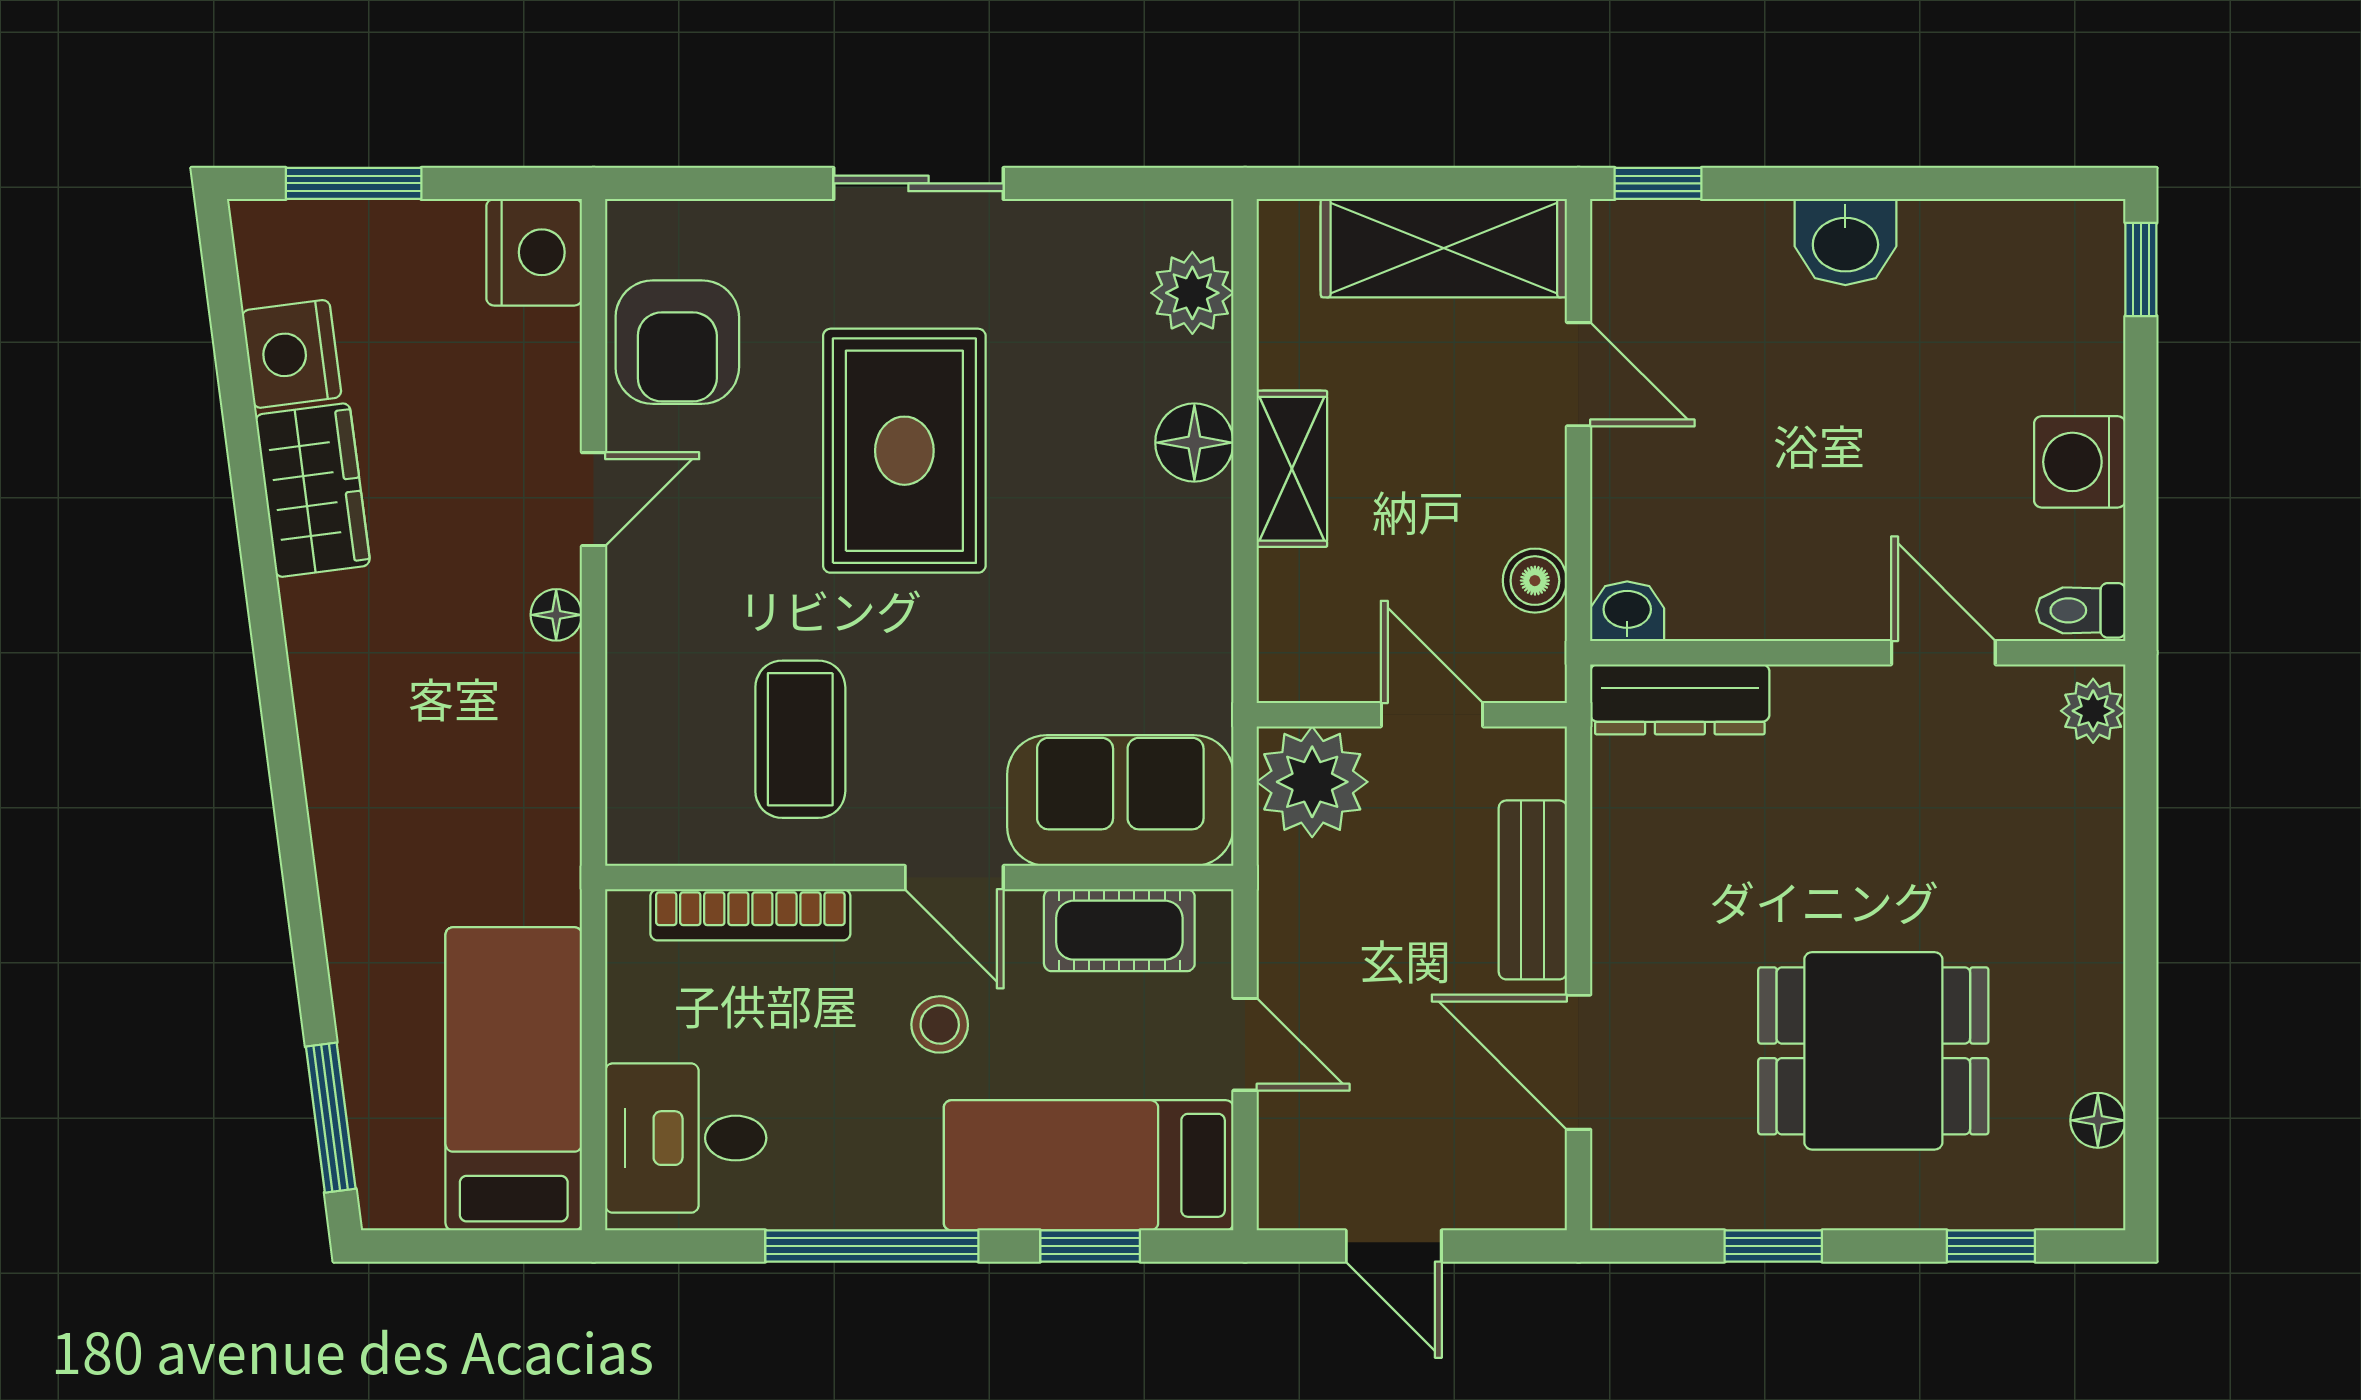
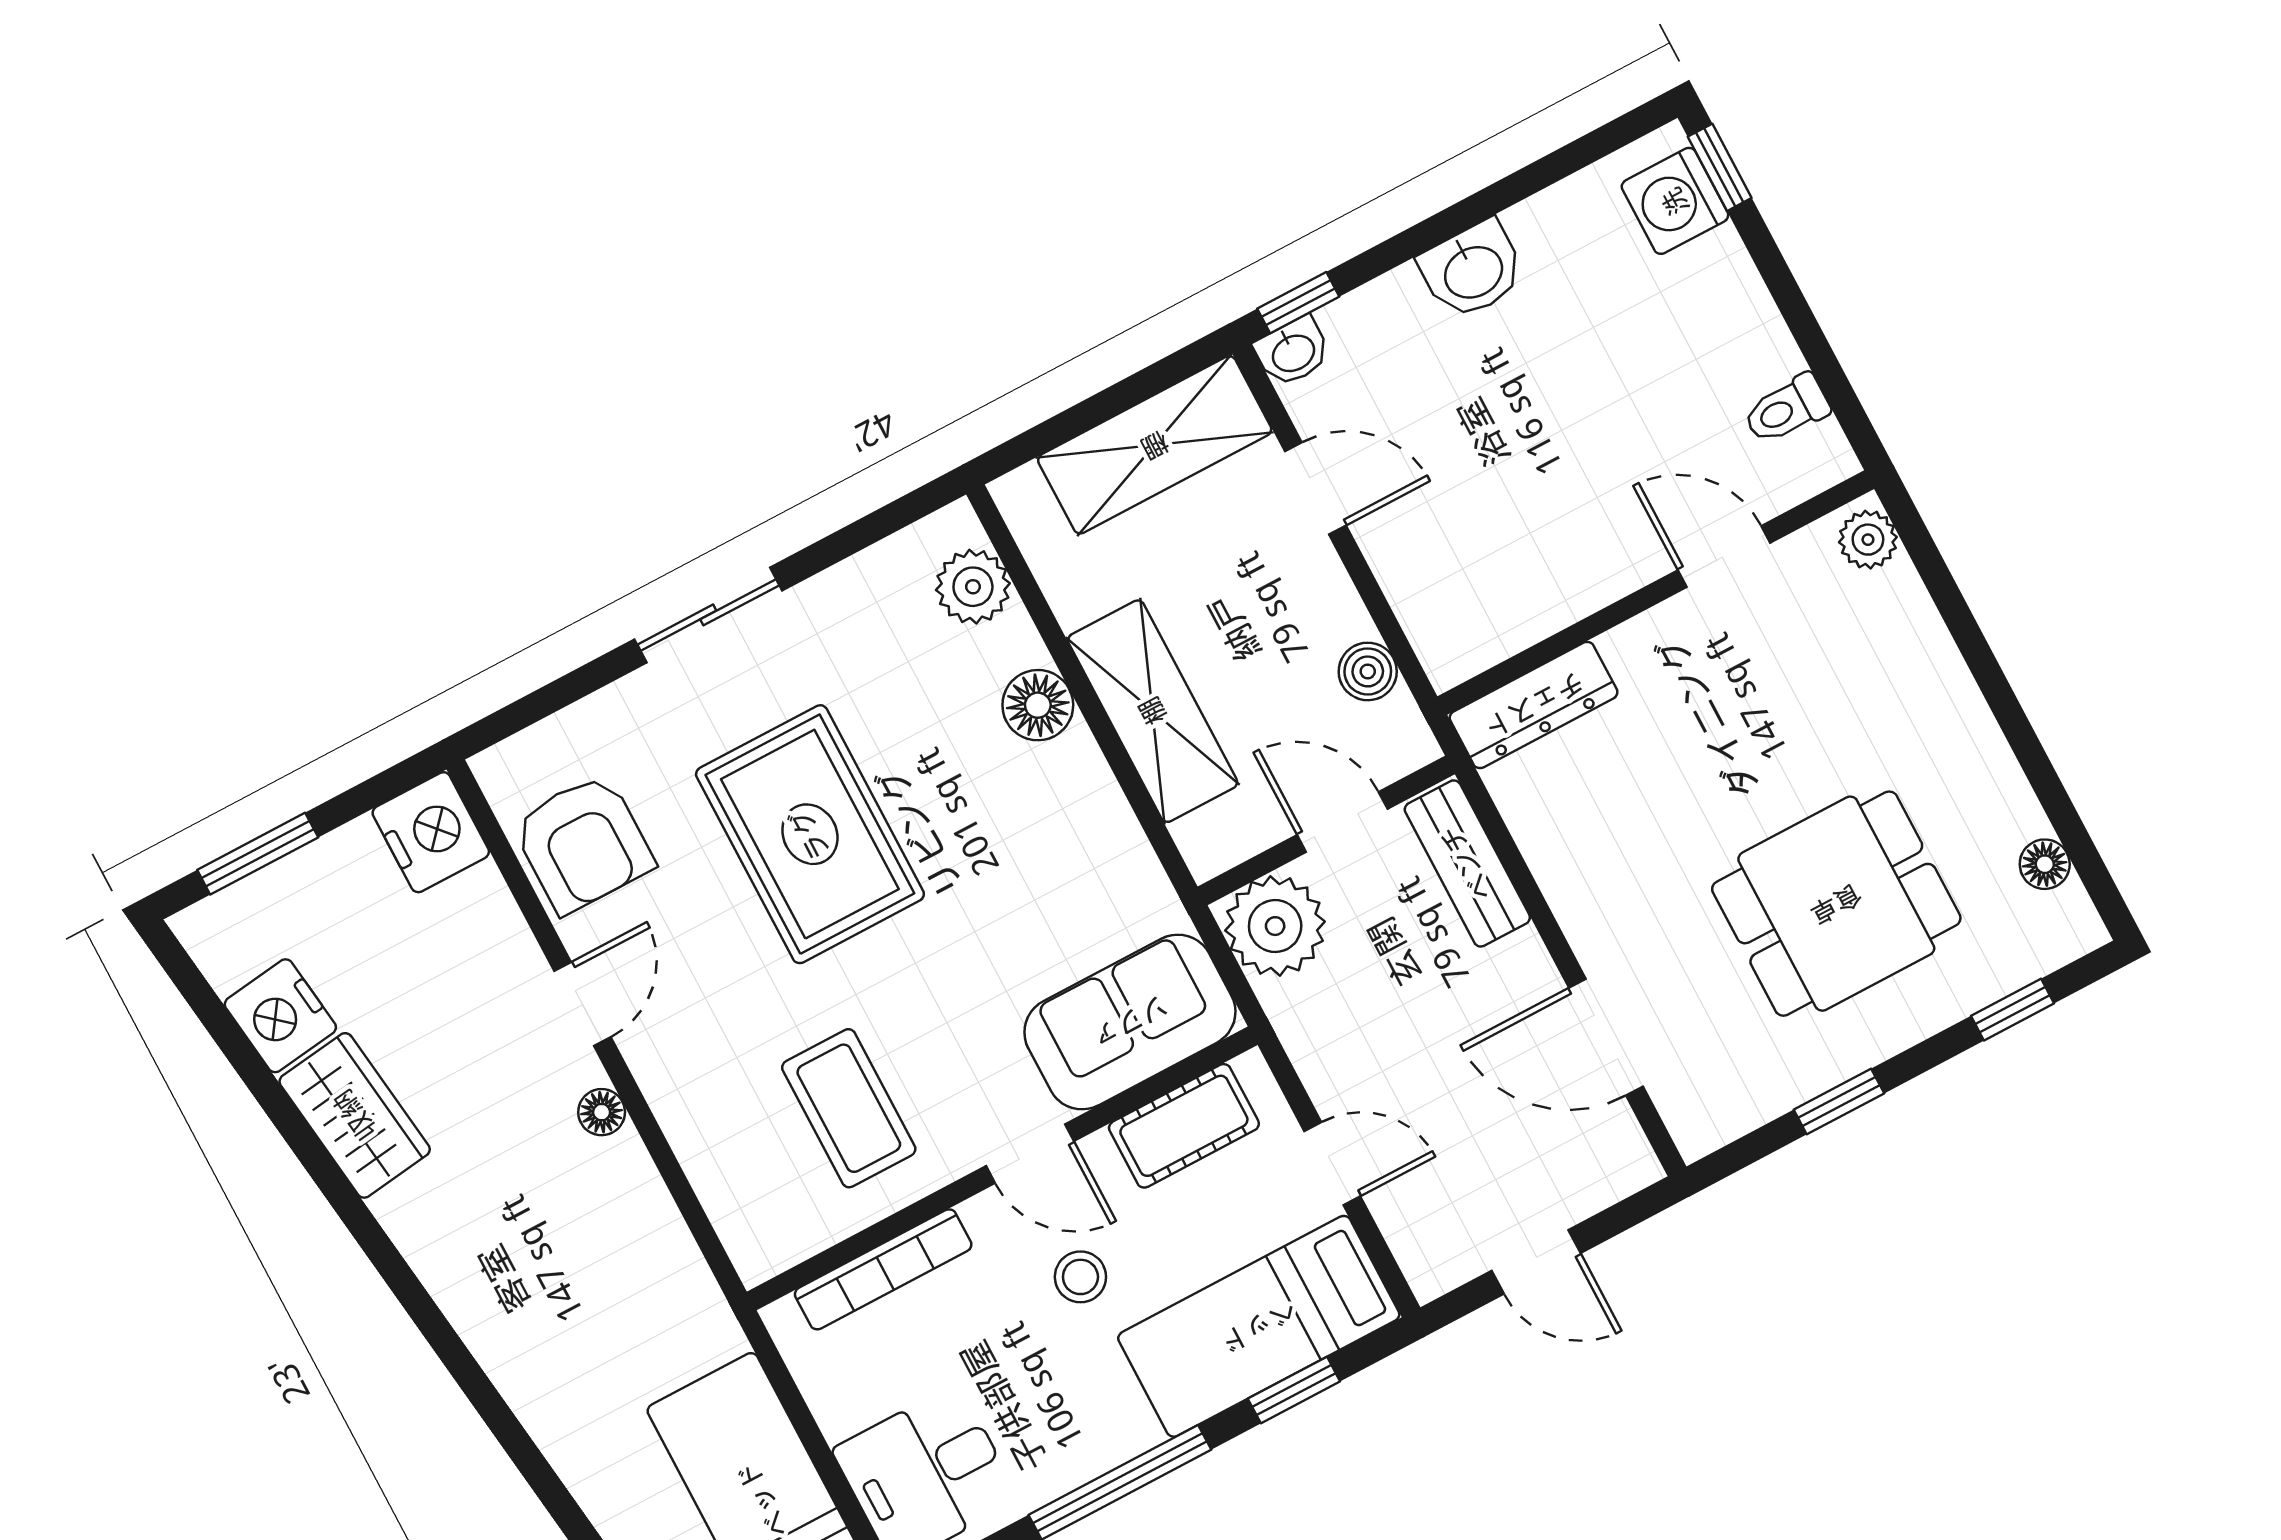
washing machine: (2080, 462) -> (1675, 201), moved
shelving: (1292, 469) -> (1153, 711), width x1.50, depth x1.33
toilet: (2081, 610) -> (1787, 409), moved
washbasin: (1627, 611) -> (1293, 352), moved, turned 180
bench: (1533, 890) -> (1467, 863), moved

